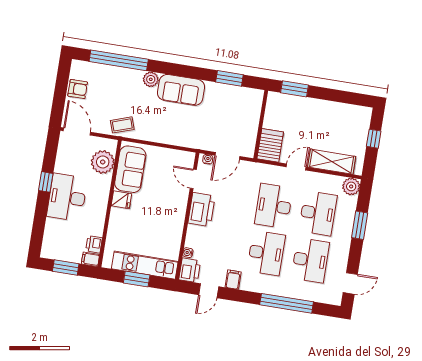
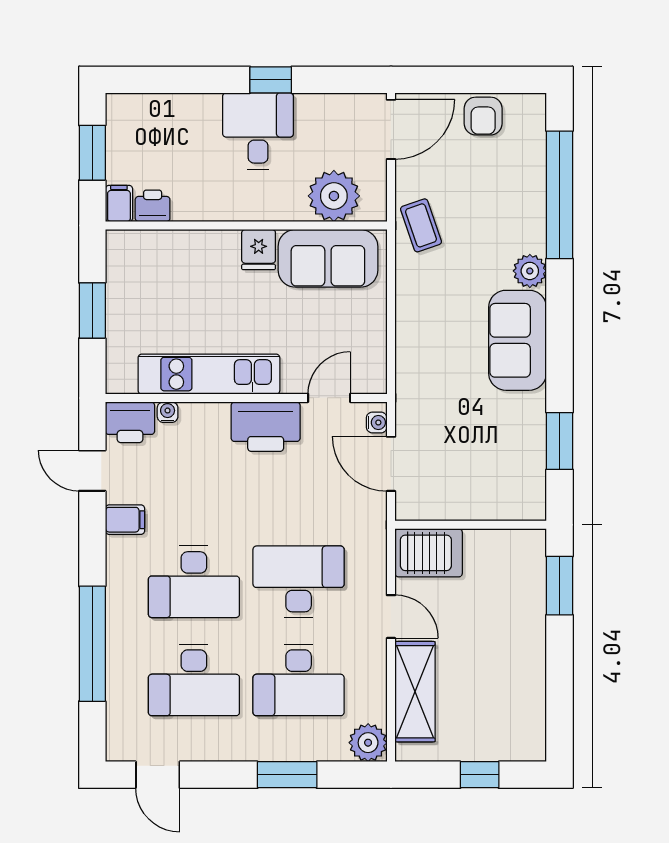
desk: (67, 197) -> (258, 131), width x0.73
kitchen unit: (145, 265) -> (209, 374), moved, turned -90

